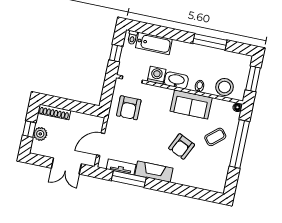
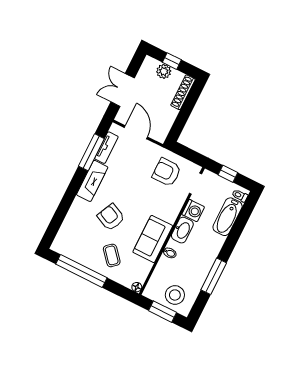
stool: (225, 87) -> (175, 295), moved
window: (239, 144) -> (81, 271), moved

